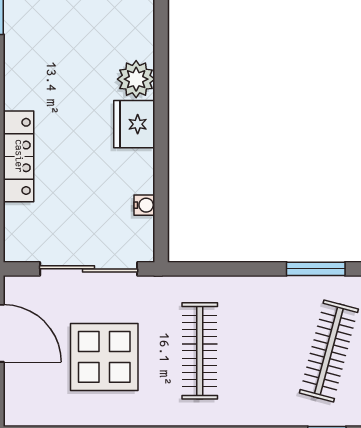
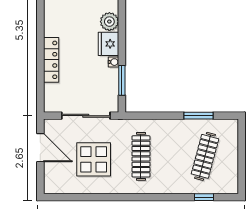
window: (161, 198) -> (122, 80), added
water cooler: (144, 205) -> (114, 62), moved

